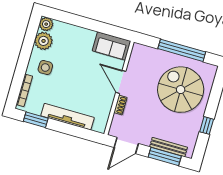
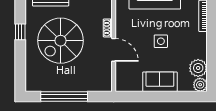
sofa: (111, 46) -> (160, 82), moved
side table: (45, 68) -> (161, 41), moved
spiral stairs: (181, 90) -> (61, 41), moved, turned 90

